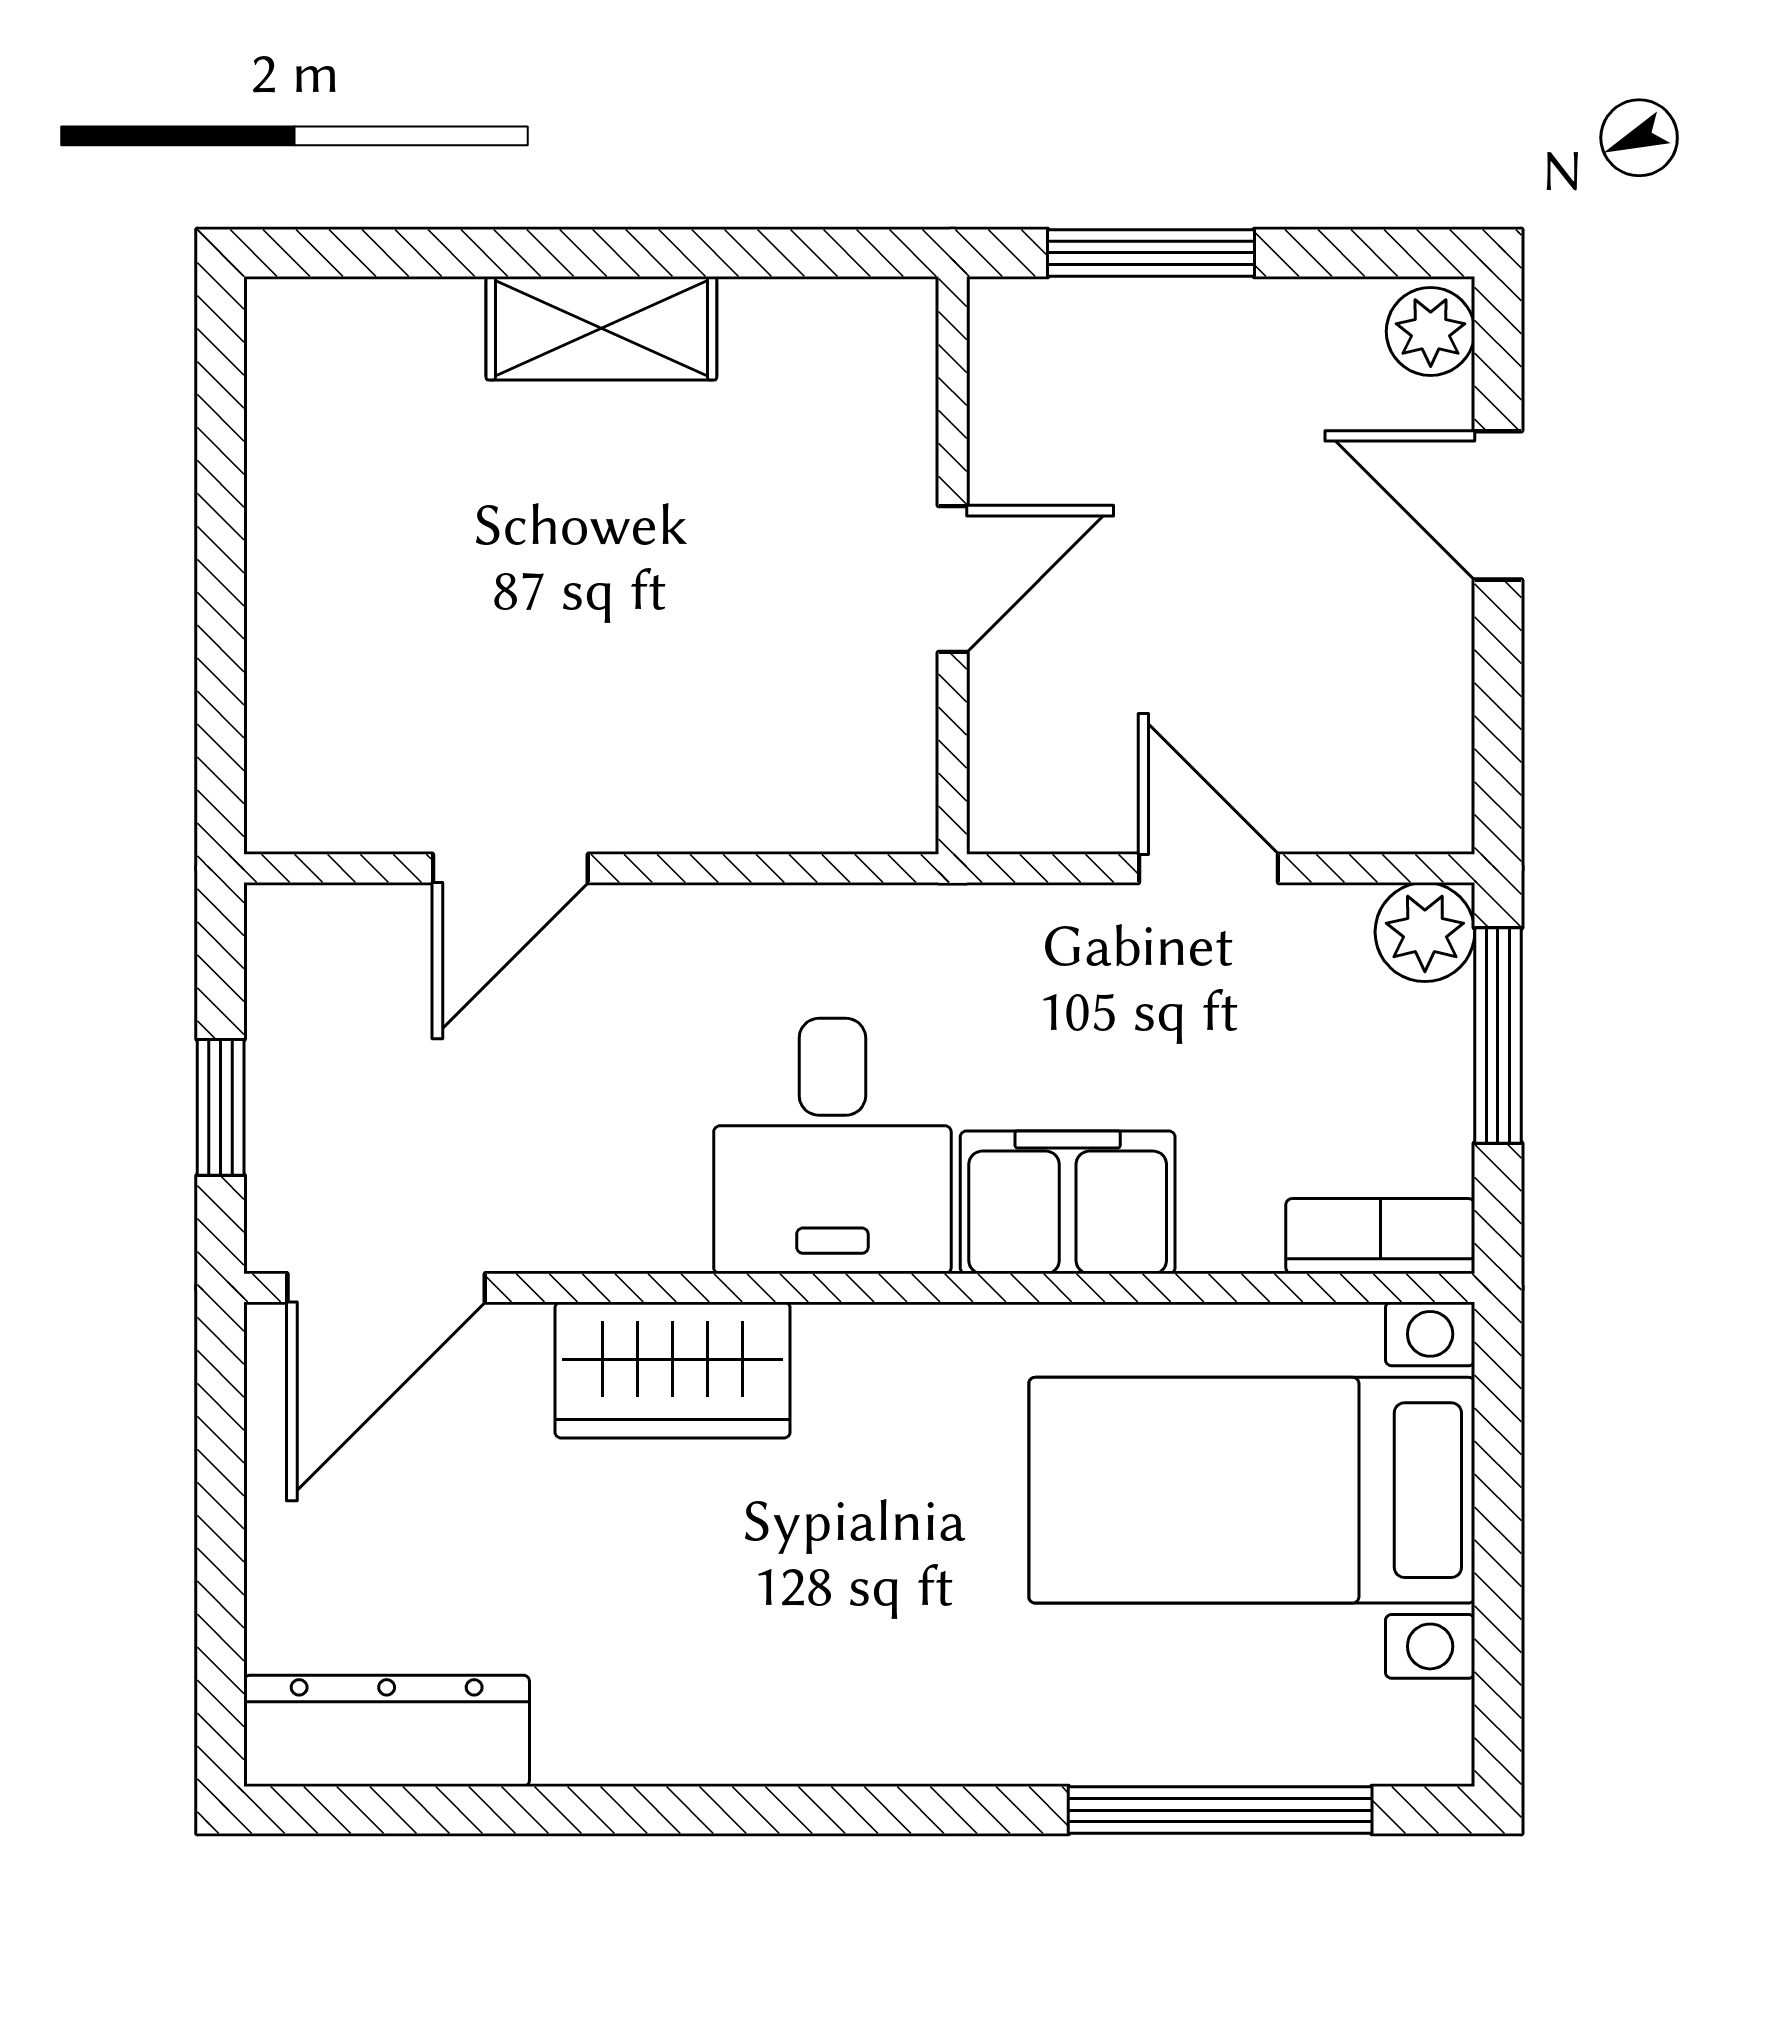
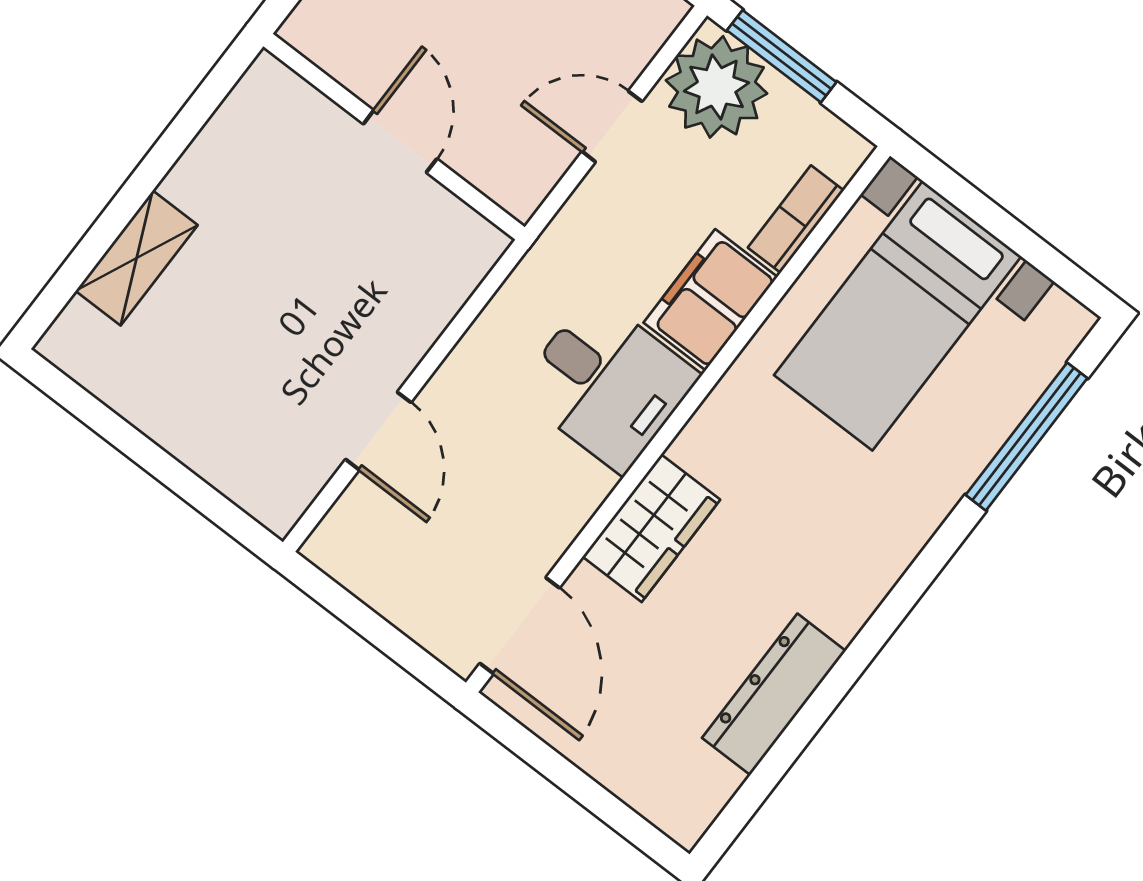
shelving: (601, 328) -> (137, 258), moved
plant: (1425, 932) -> (717, 87), width x1.88, depth x1.88
window: (221, 1107) -> (386, 637), removed
bookcase: (1380, 1236) -> (796, 219), moved
dresser: (387, 1731) -> (774, 694), moved

